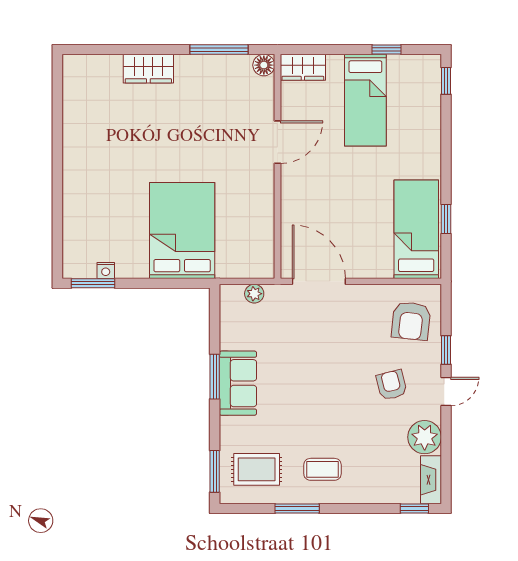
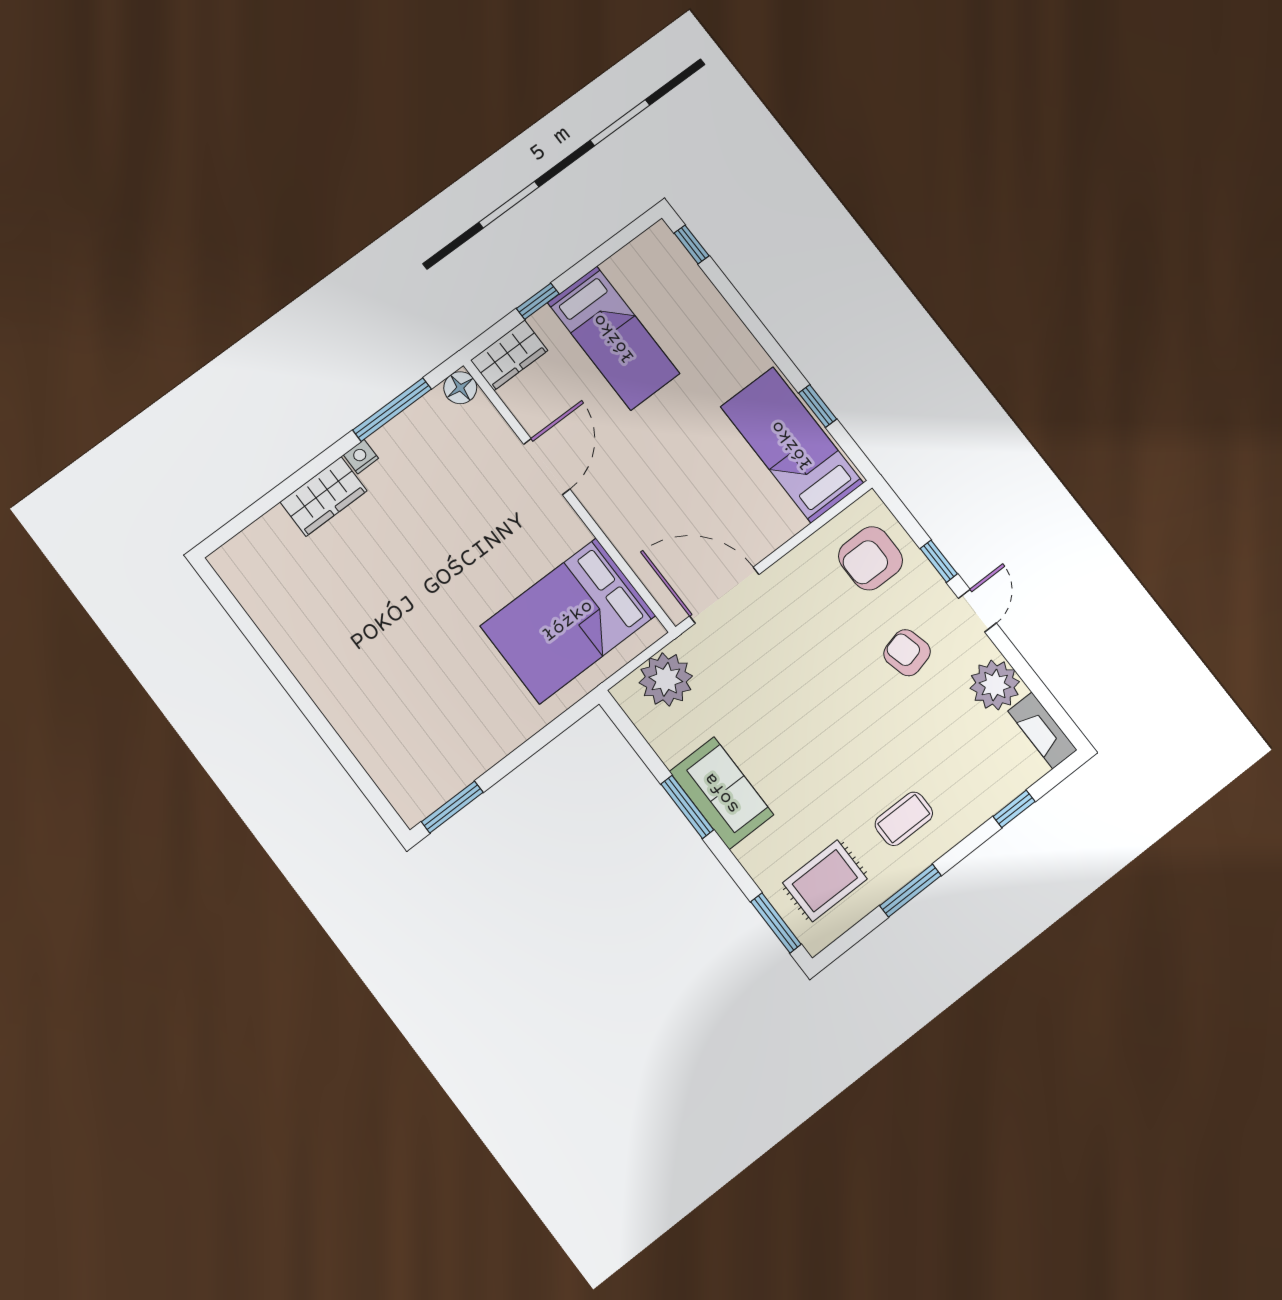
window: (387, 50) -> (538, 301), moved
bed: (182, 231) -> (568, 621), moved, turned -90
nightstand: (106, 270) -> (361, 457), moved, turned 180
plant: (254, 294) -> (666, 679), width x1.88, depth x1.88
armchair: (411, 321) -> (871, 558), turned 84
window: (414, 509) -> (1014, 809), moved

